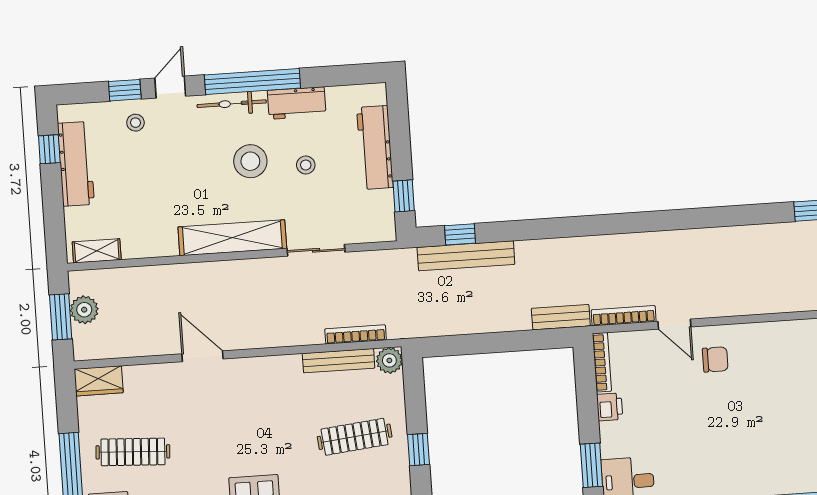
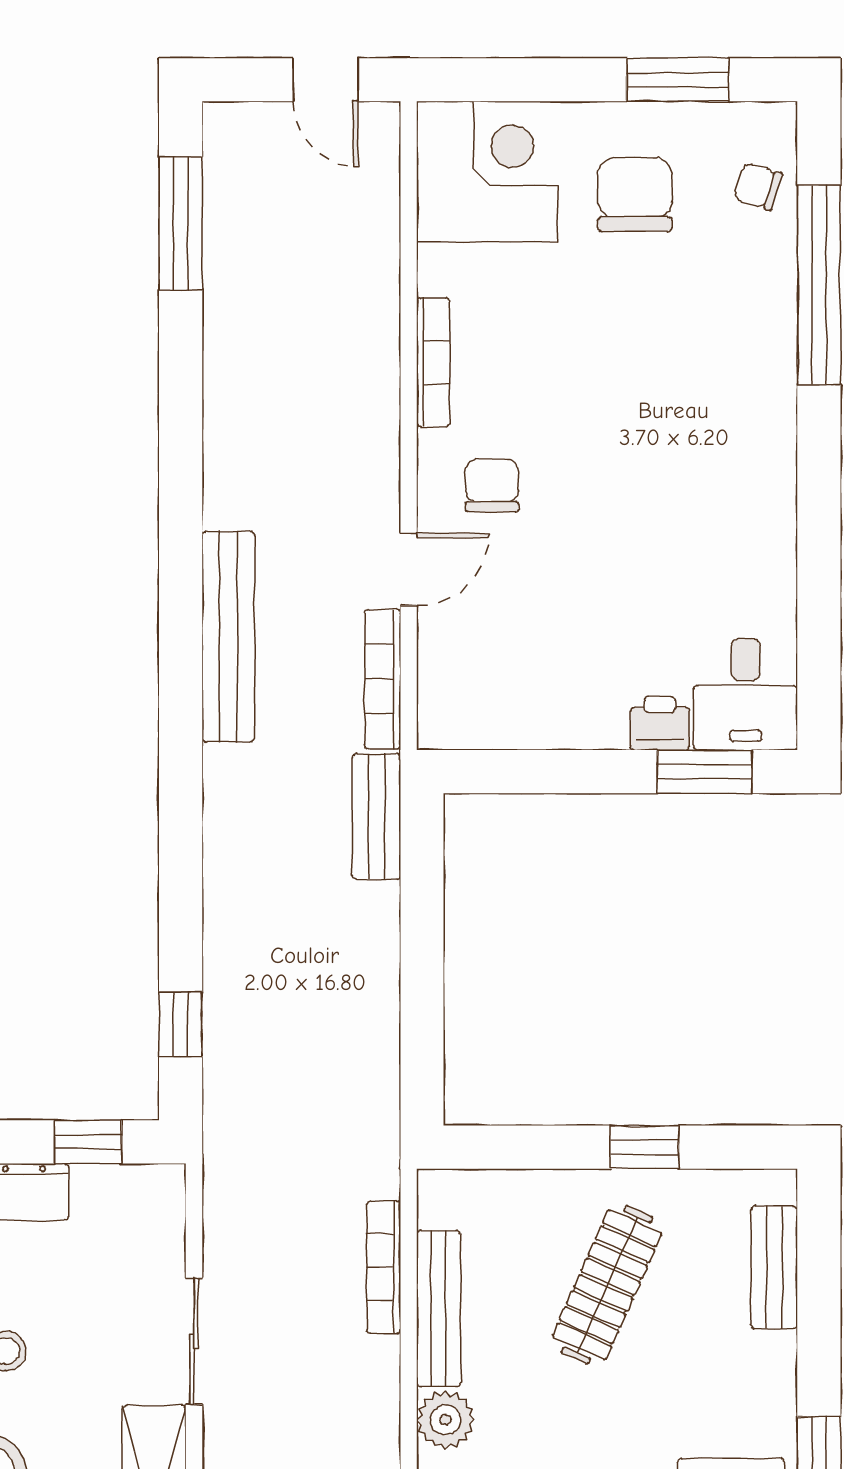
bench: (466, 256) -> (228, 637), moved
plant: (389, 360) -> (445, 1420), moved
bookcase: (602, 362) -> (433, 362), moved, turned 90
printer: (610, 407) -> (660, 723), moved
clothes rail: (355, 437) -> (607, 1285), turned 30

